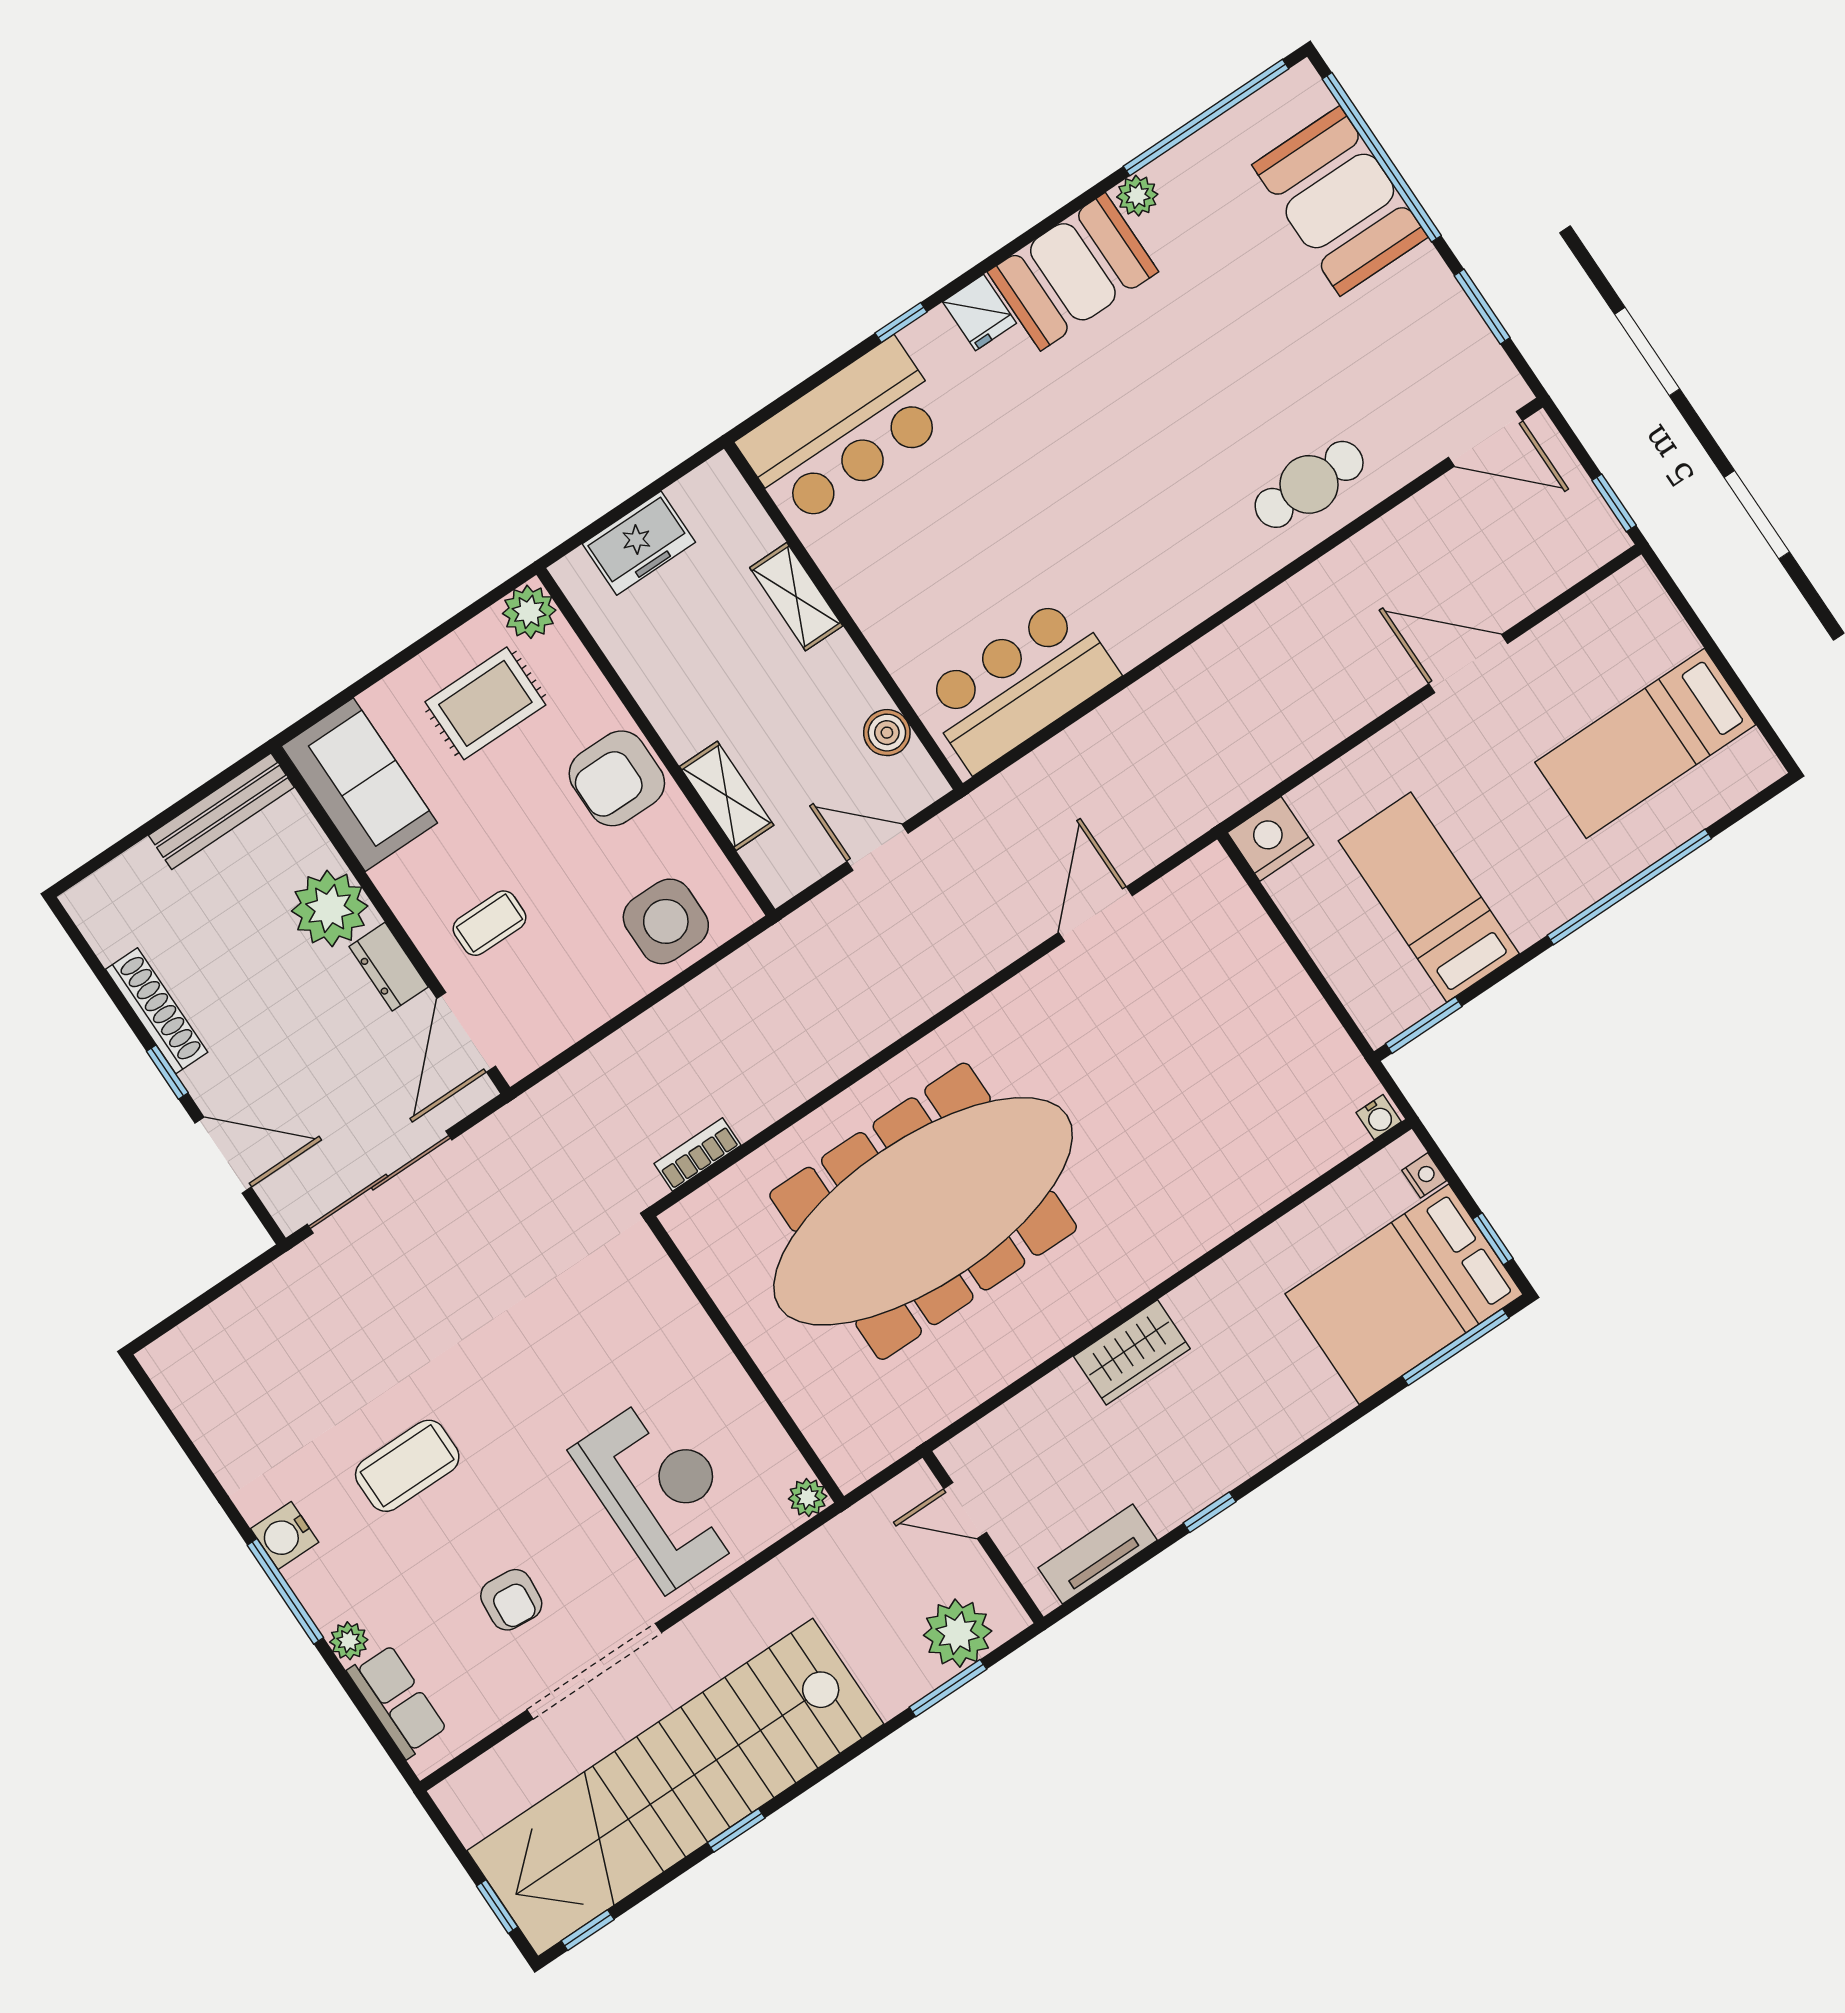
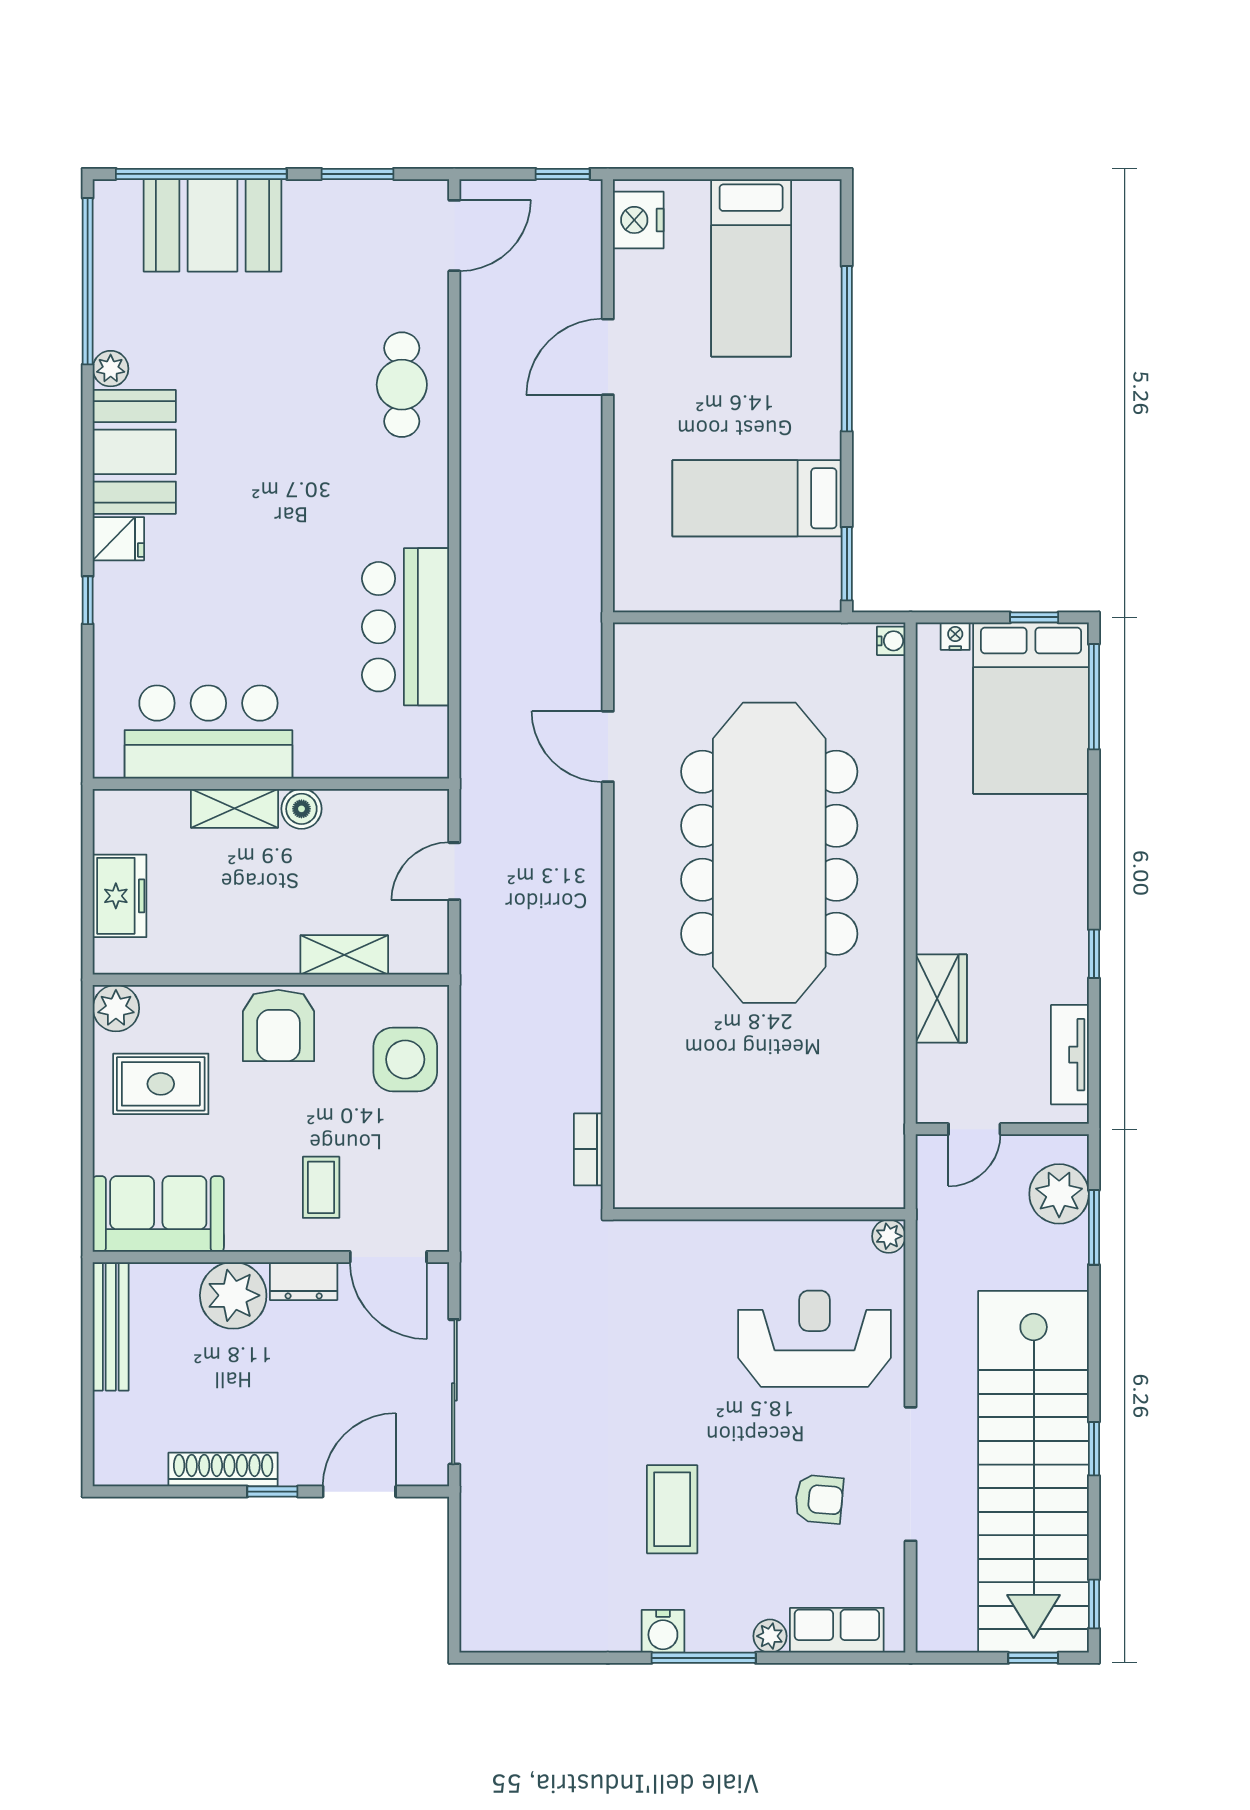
bar counter: (844, 433) -> (208, 732), moved, turned -90
bar counter: (1019, 684) -> (406, 627), moved
rug: (485, 703) -> (161, 1084), turned 90
boiler: (887, 733) -> (301, 809), moved
nightstand: (1270, 839) -> (638, 220), moved
meeting table: (923, 1211) -> (769, 853), moved
wardrobe: (1132, 1352) -> (941, 998), moved

